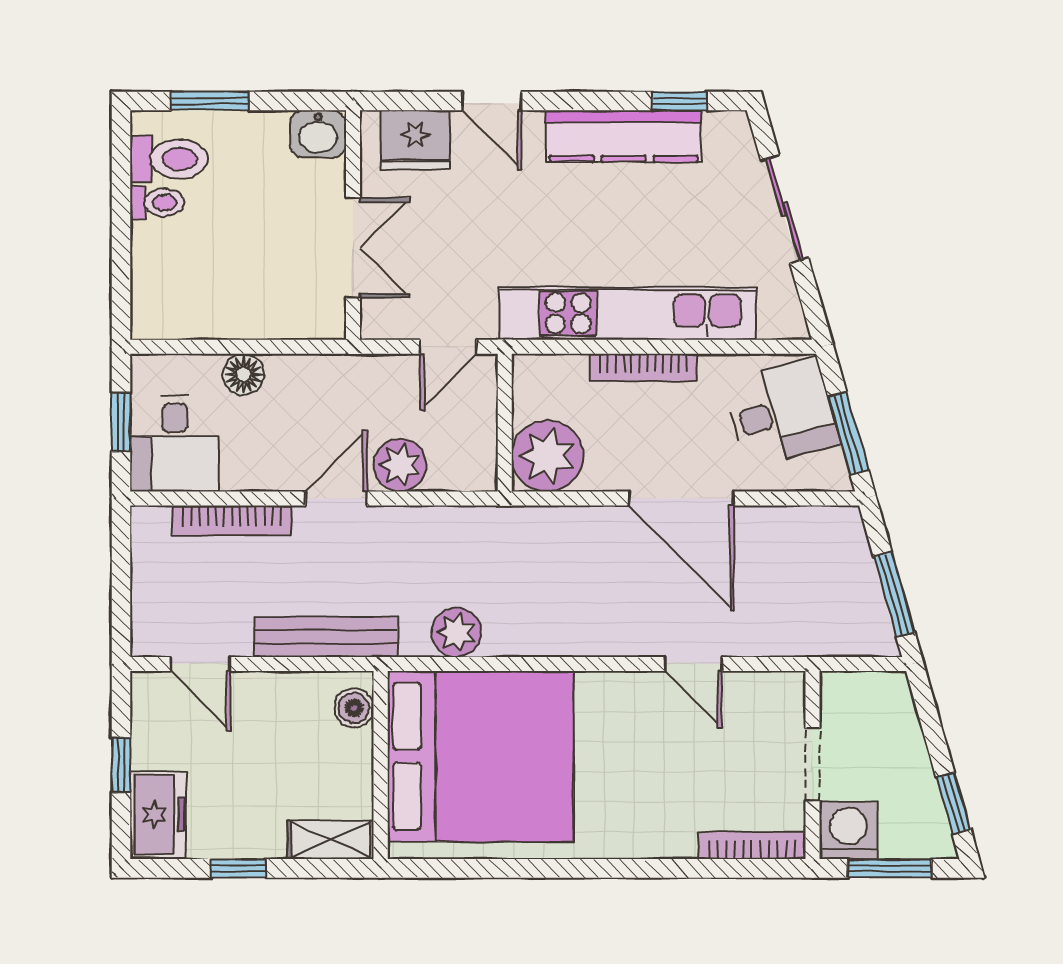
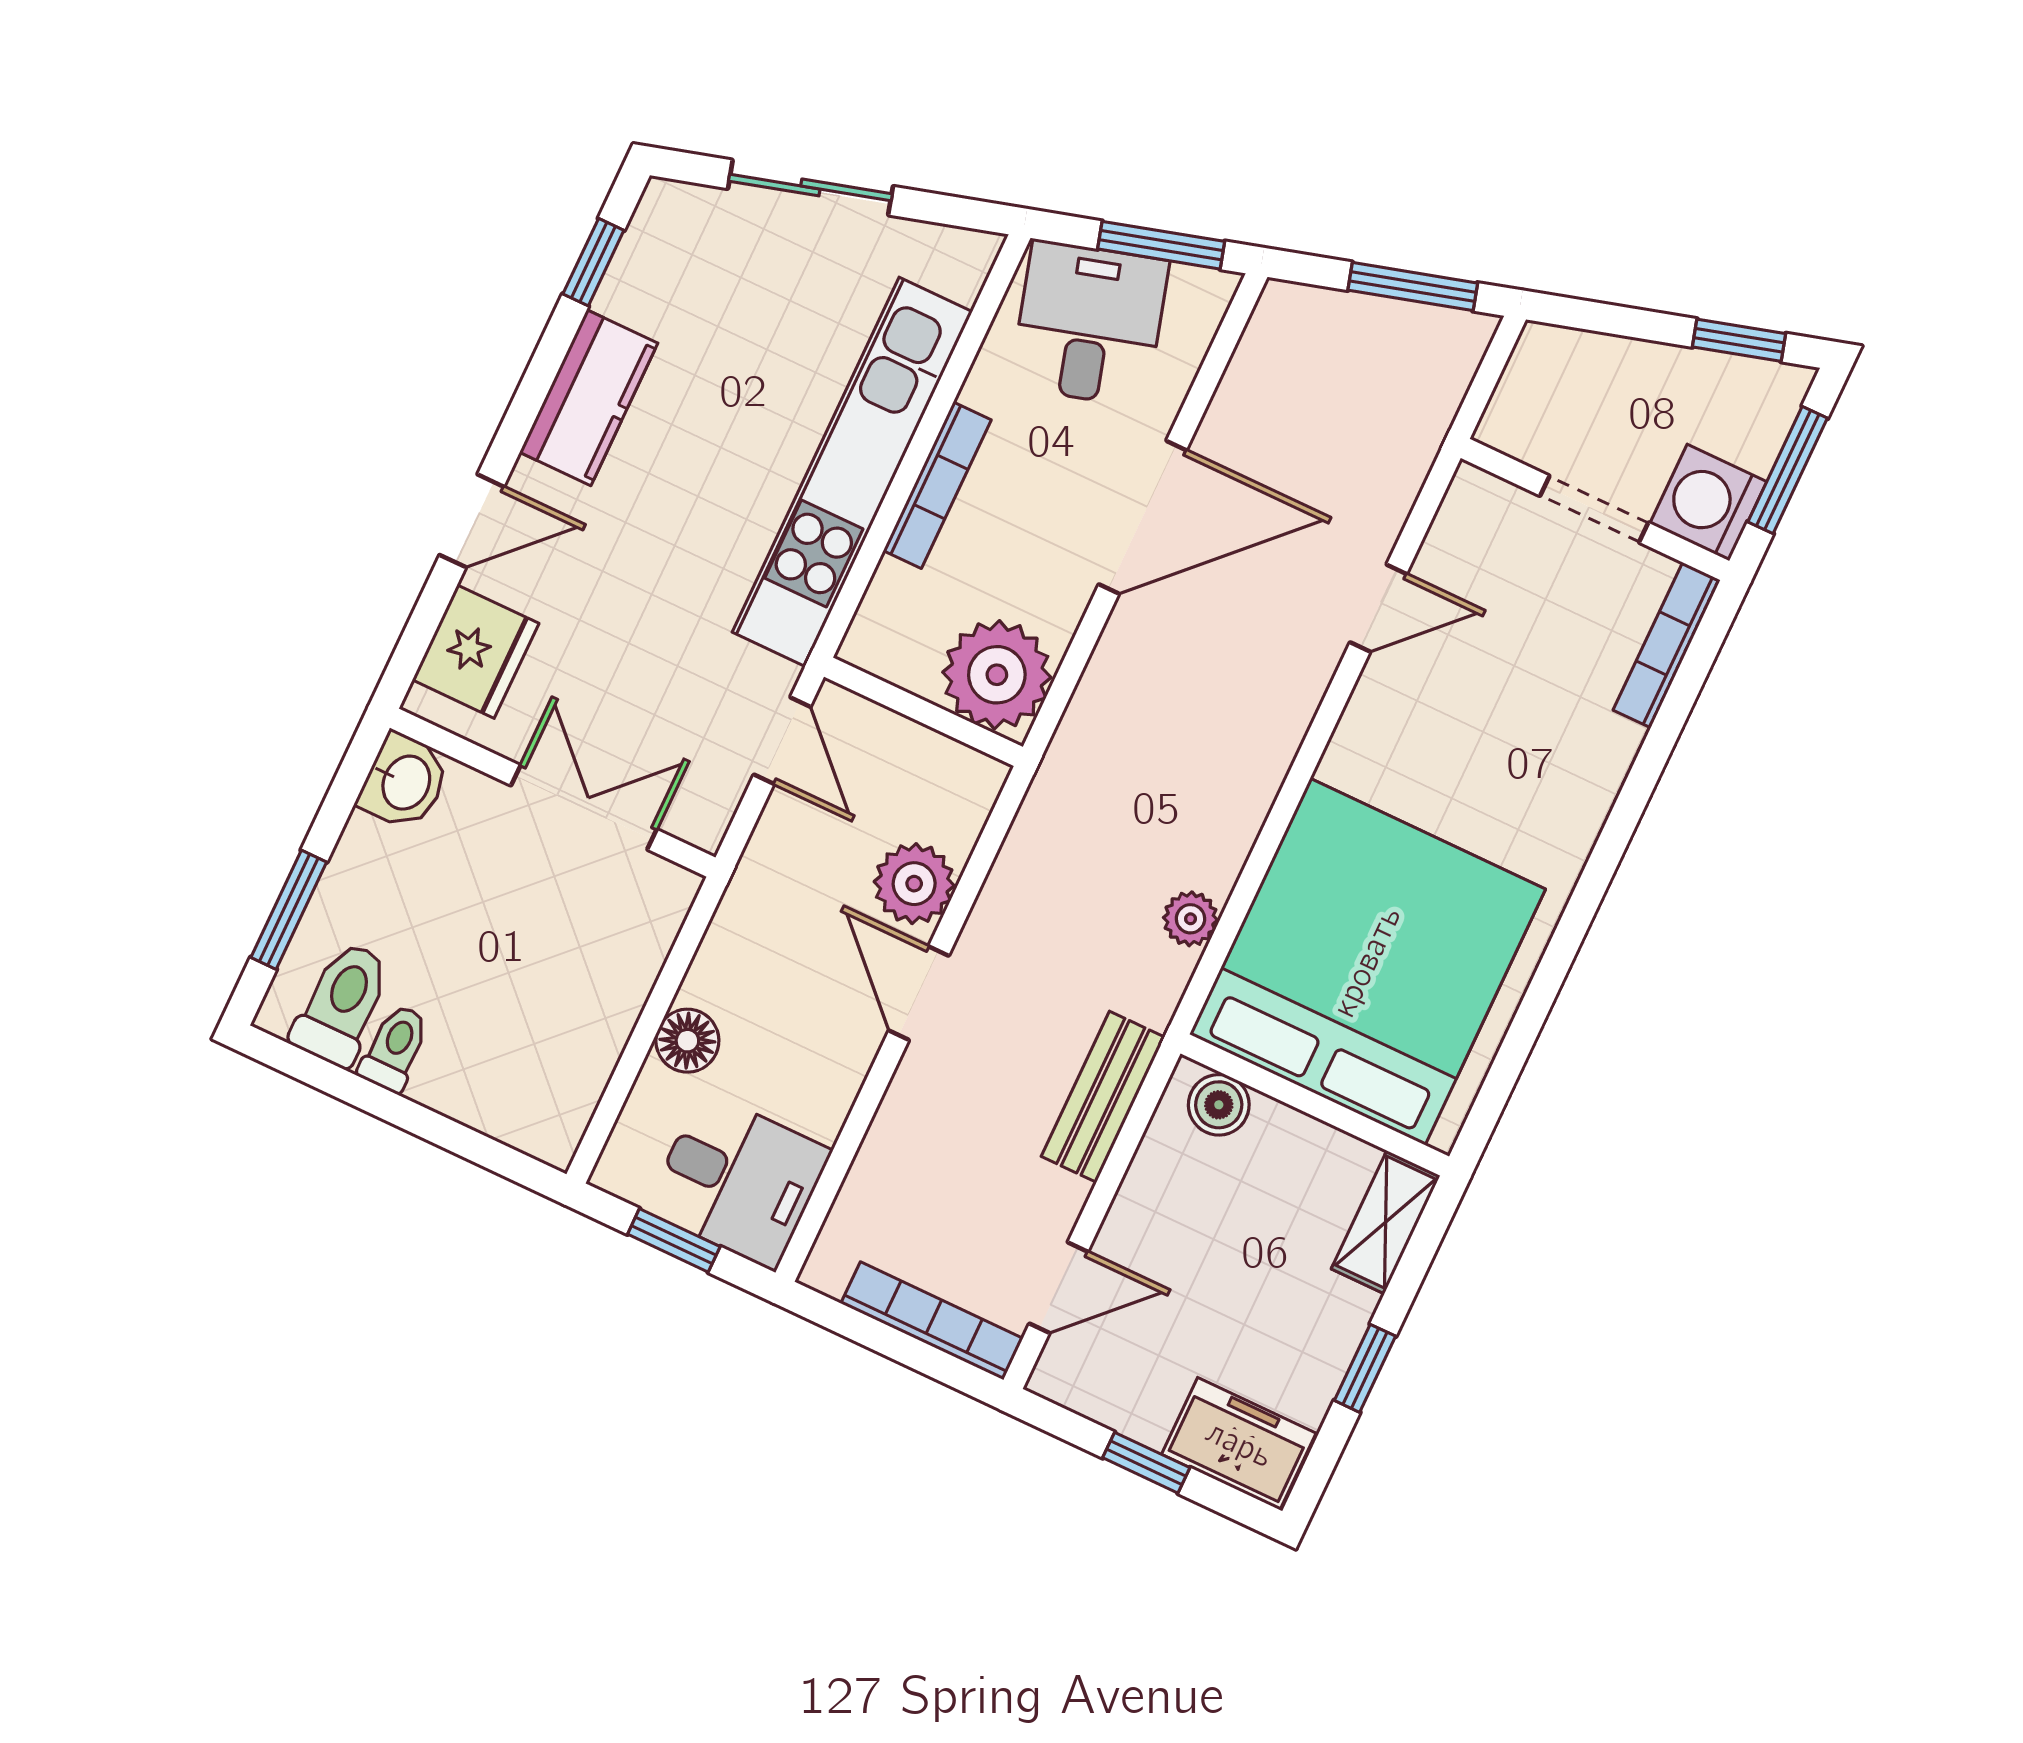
kitchen counter: (624, 136) -> (589, 398), width x0.67
bookcase: (232, 521) -> (932, 1321), moved, turned -90
plant: (456, 632) -> (1191, 919), width x0.73, depth x0.73
bench: (326, 637) -> (1103, 1097), width x0.73

